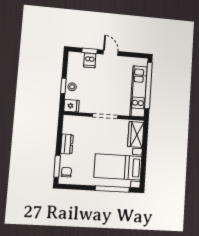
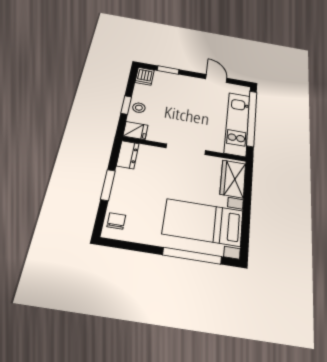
door: (111, 53) -> (216, 78), moved
dishwasher: (90, 60) -> (145, 76), moved
dresser: (67, 144) -> (128, 155), moved
window: (57, 166) -> (108, 185), moved

